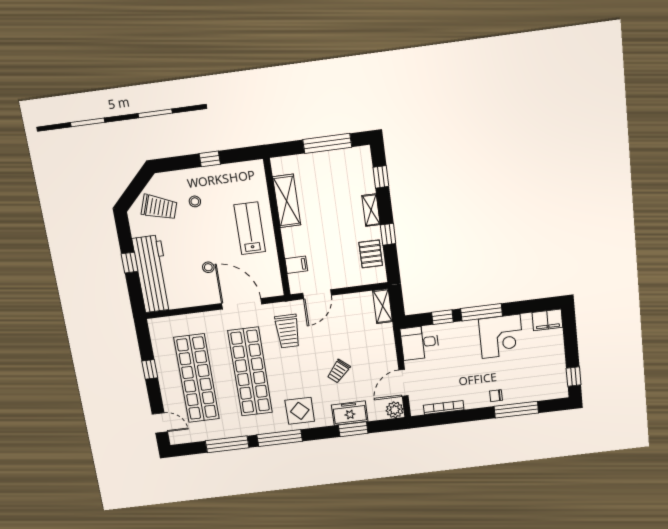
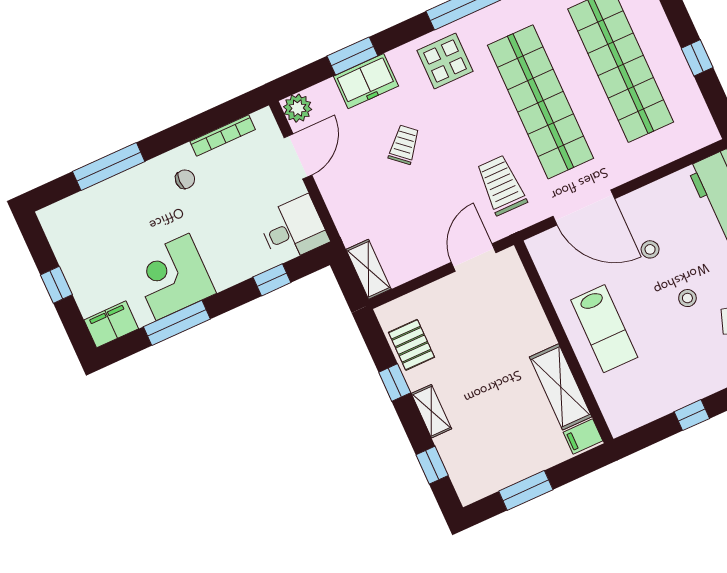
window: (327, 143) -> (526, 490), width x0.69
stool: (195, 201) -> (687, 298), moved
filing cabinet: (296, 265) -> (583, 437), moved
window: (481, 312) -> (177, 323), moved
window: (573, 377) -> (56, 285), moved
chair: (496, 396) -> (185, 179), moved

